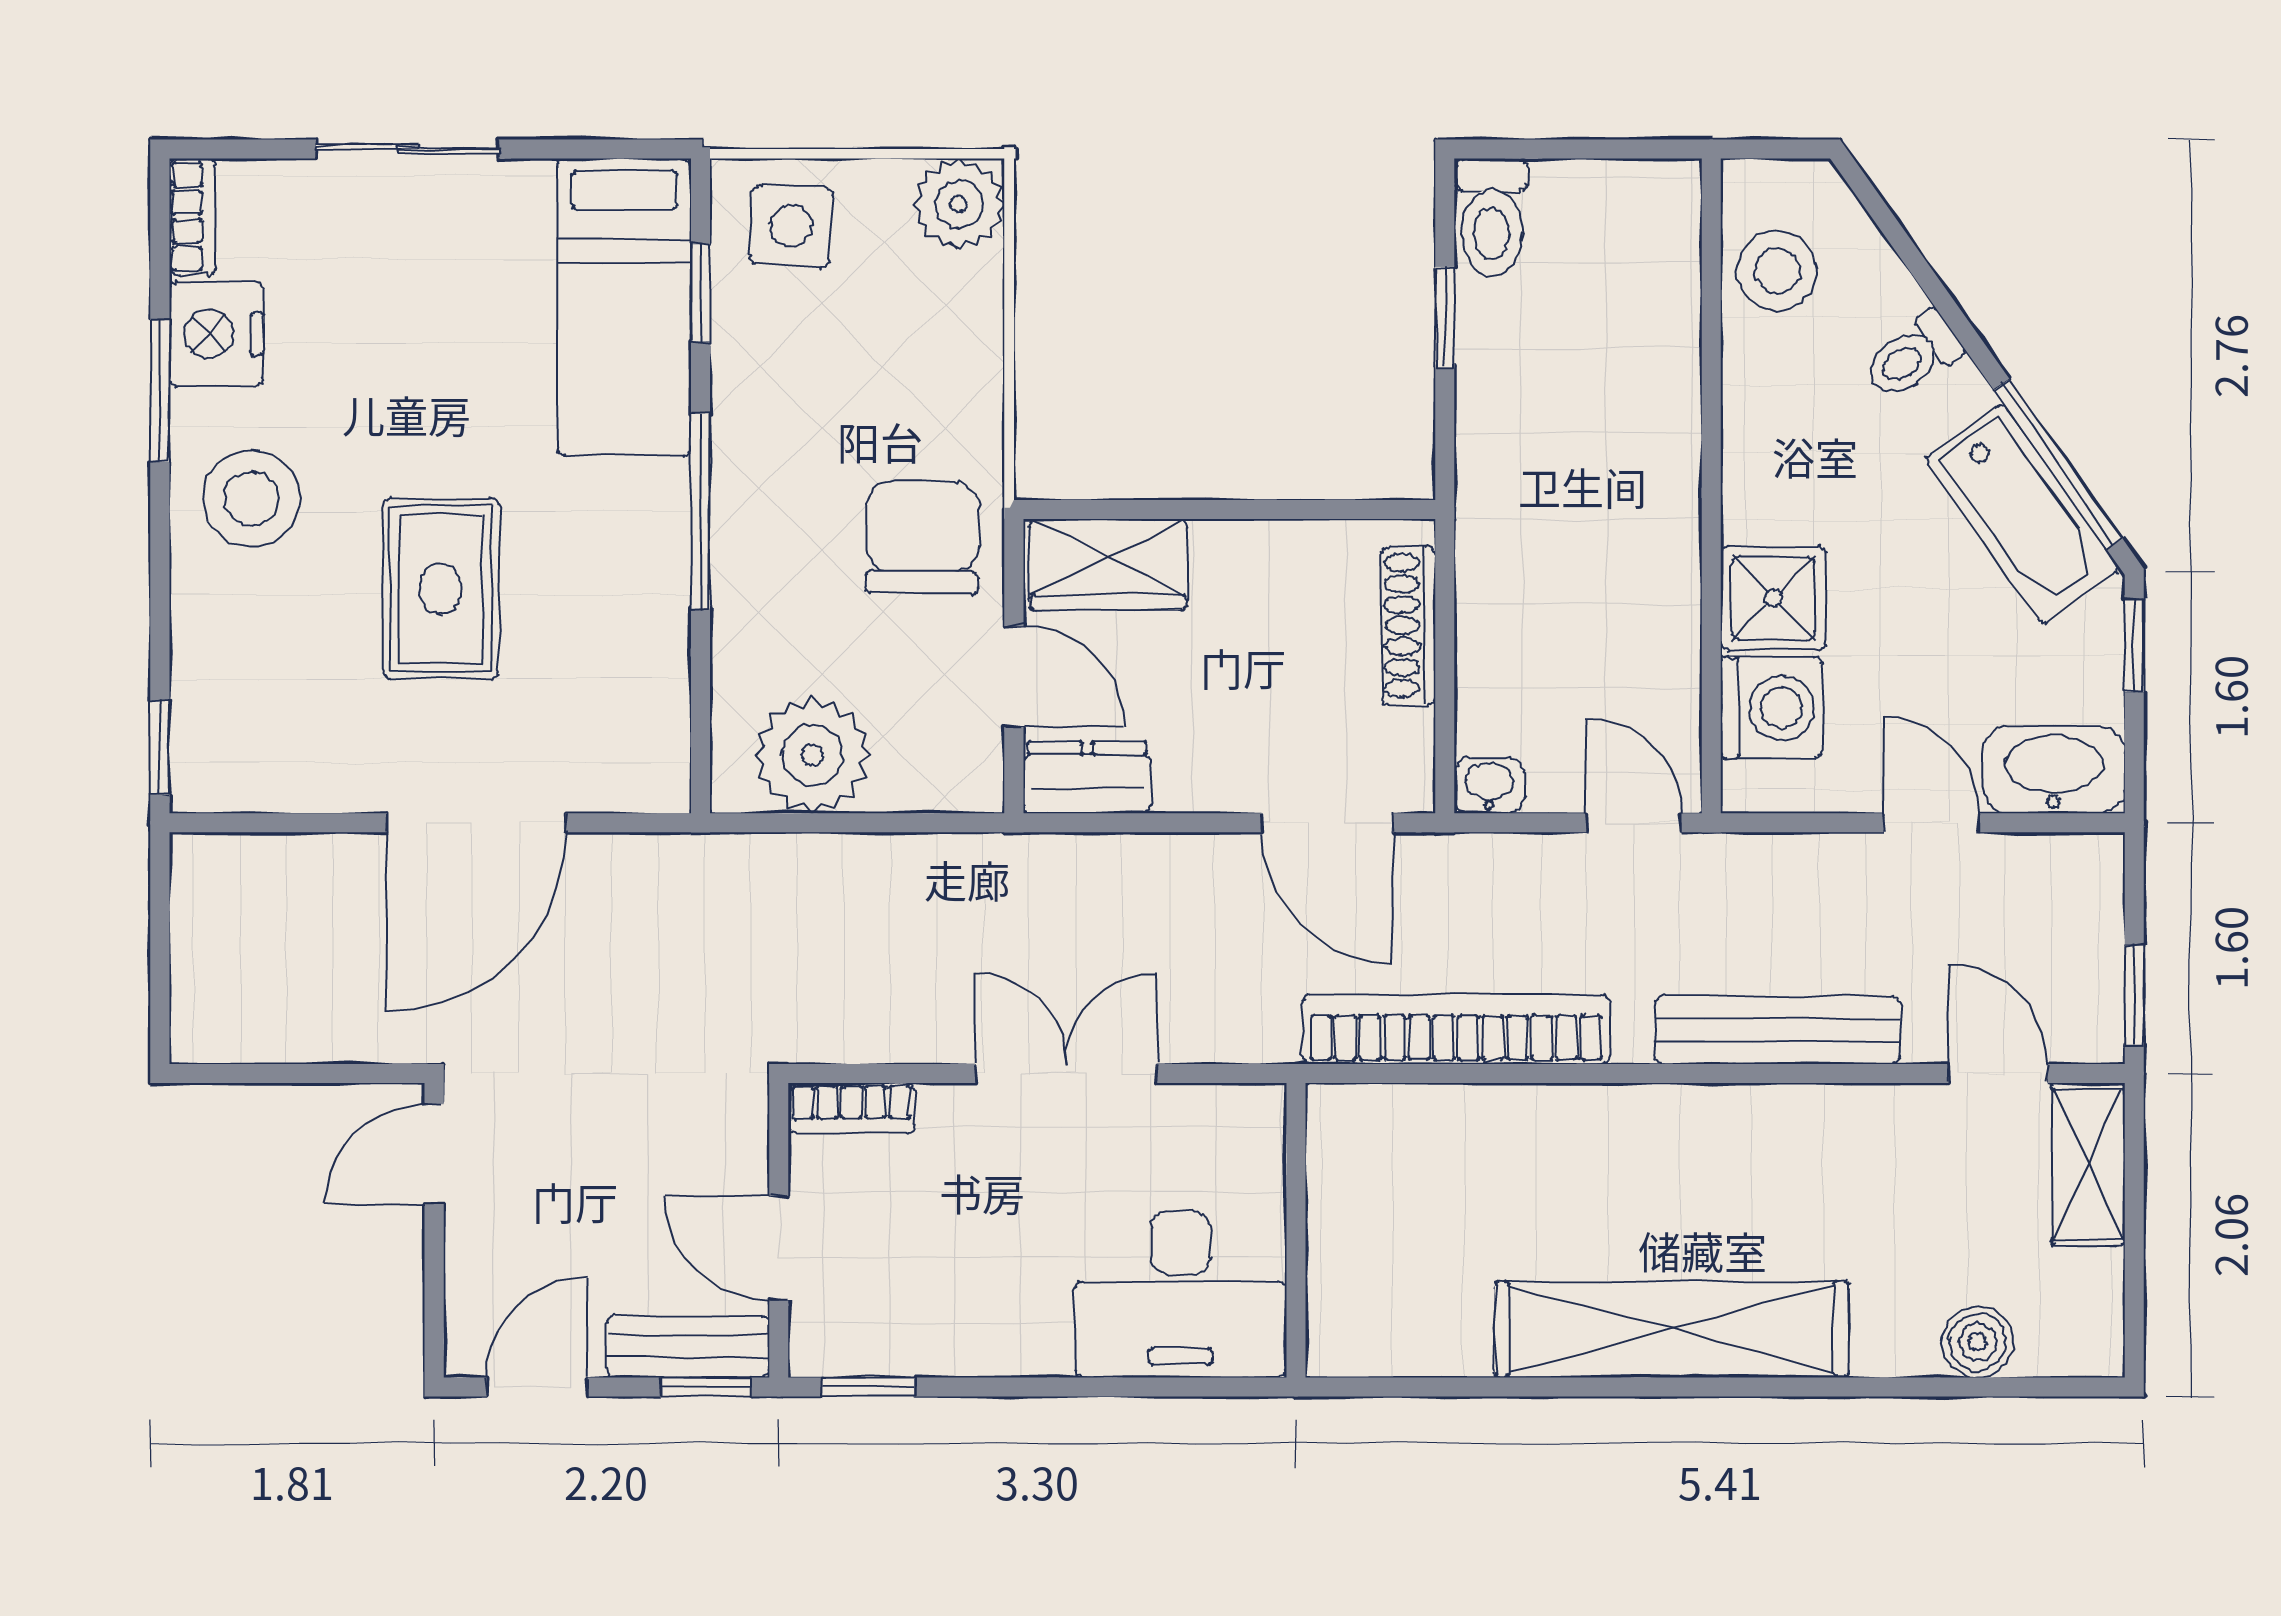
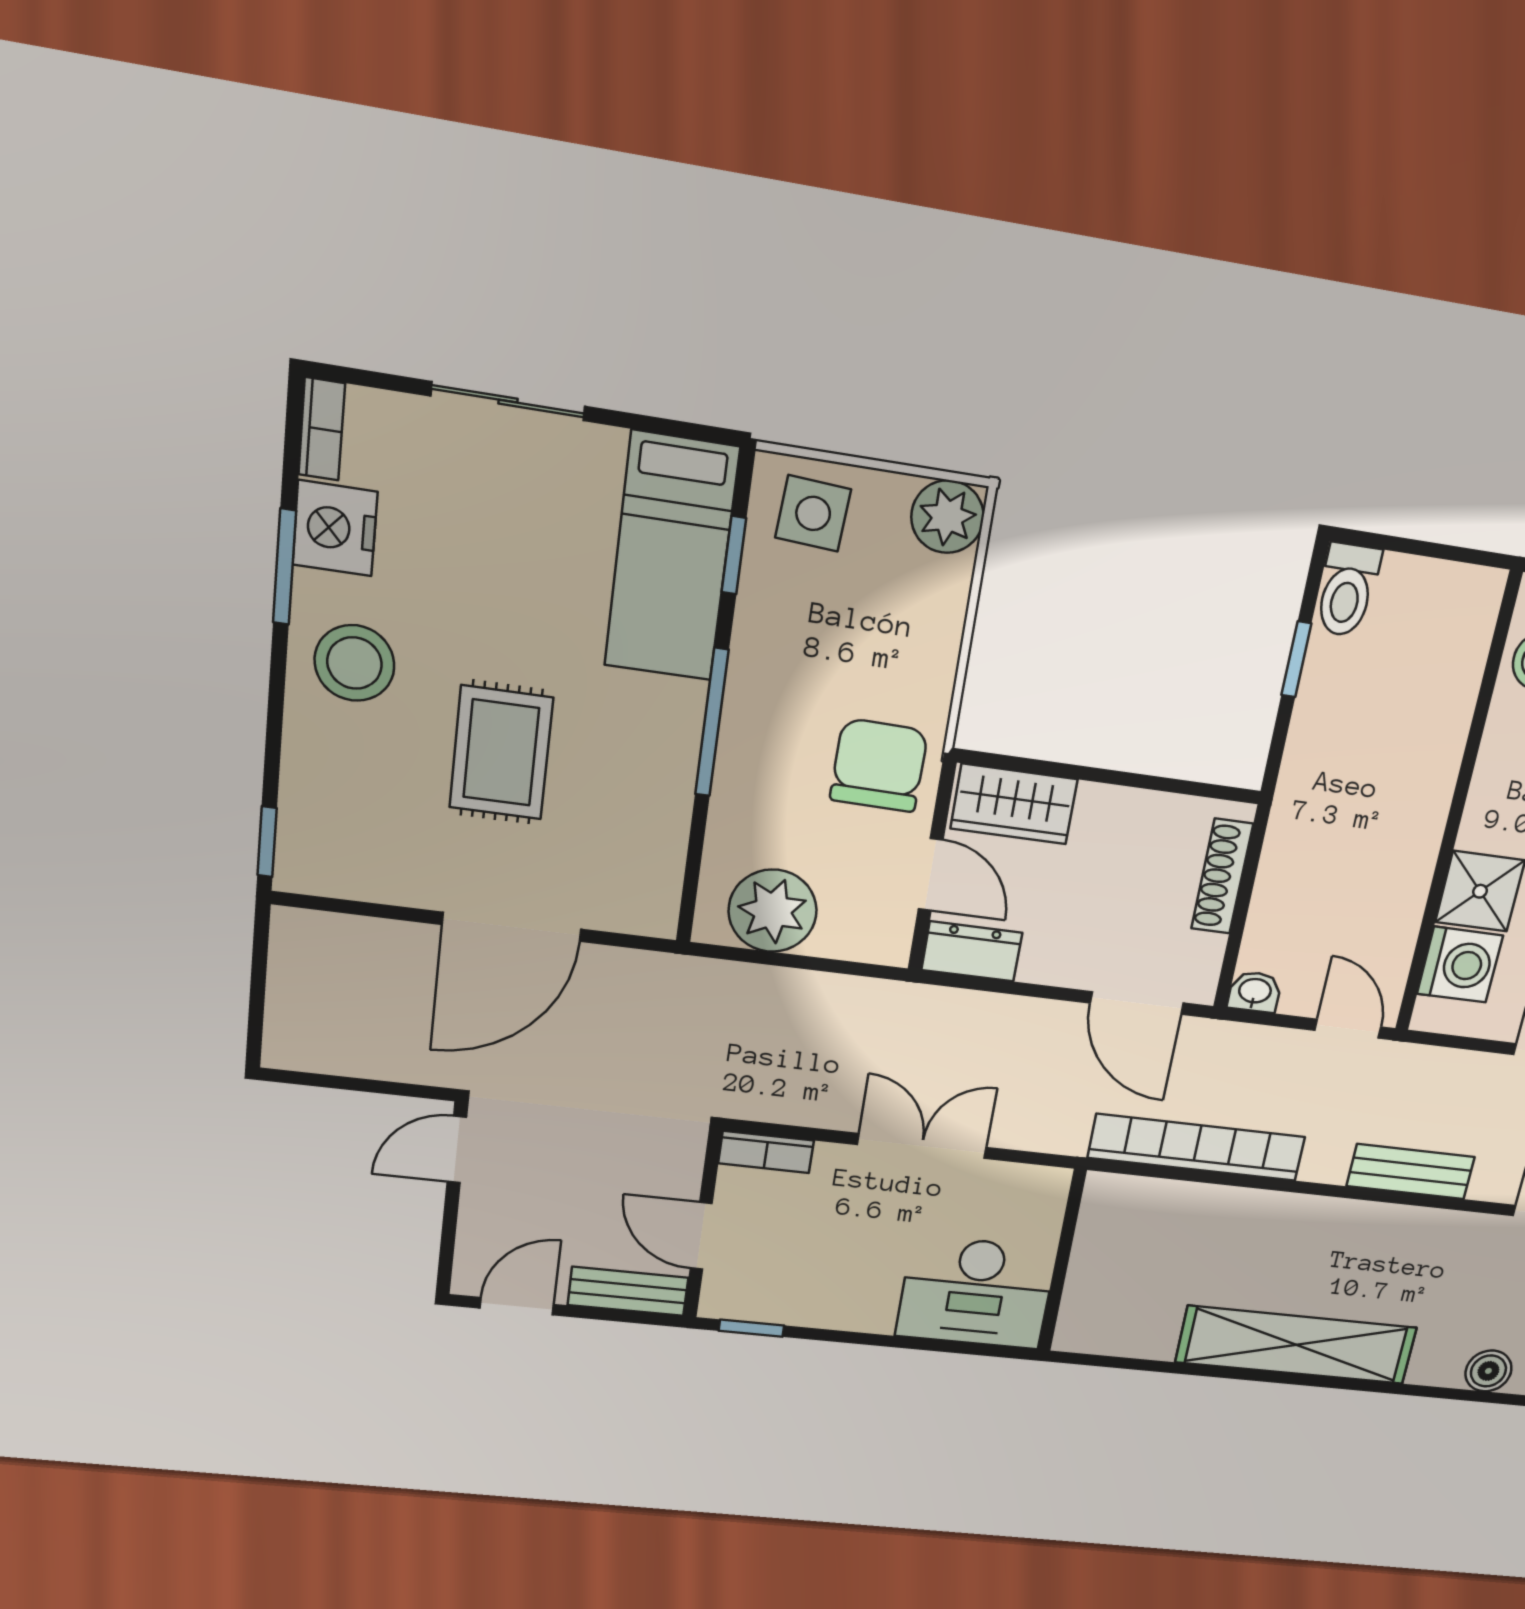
bench: (1777, 1030) -> (1411, 1172), width x0.73
window: (706, 1387) -> (638, 1318), removed

